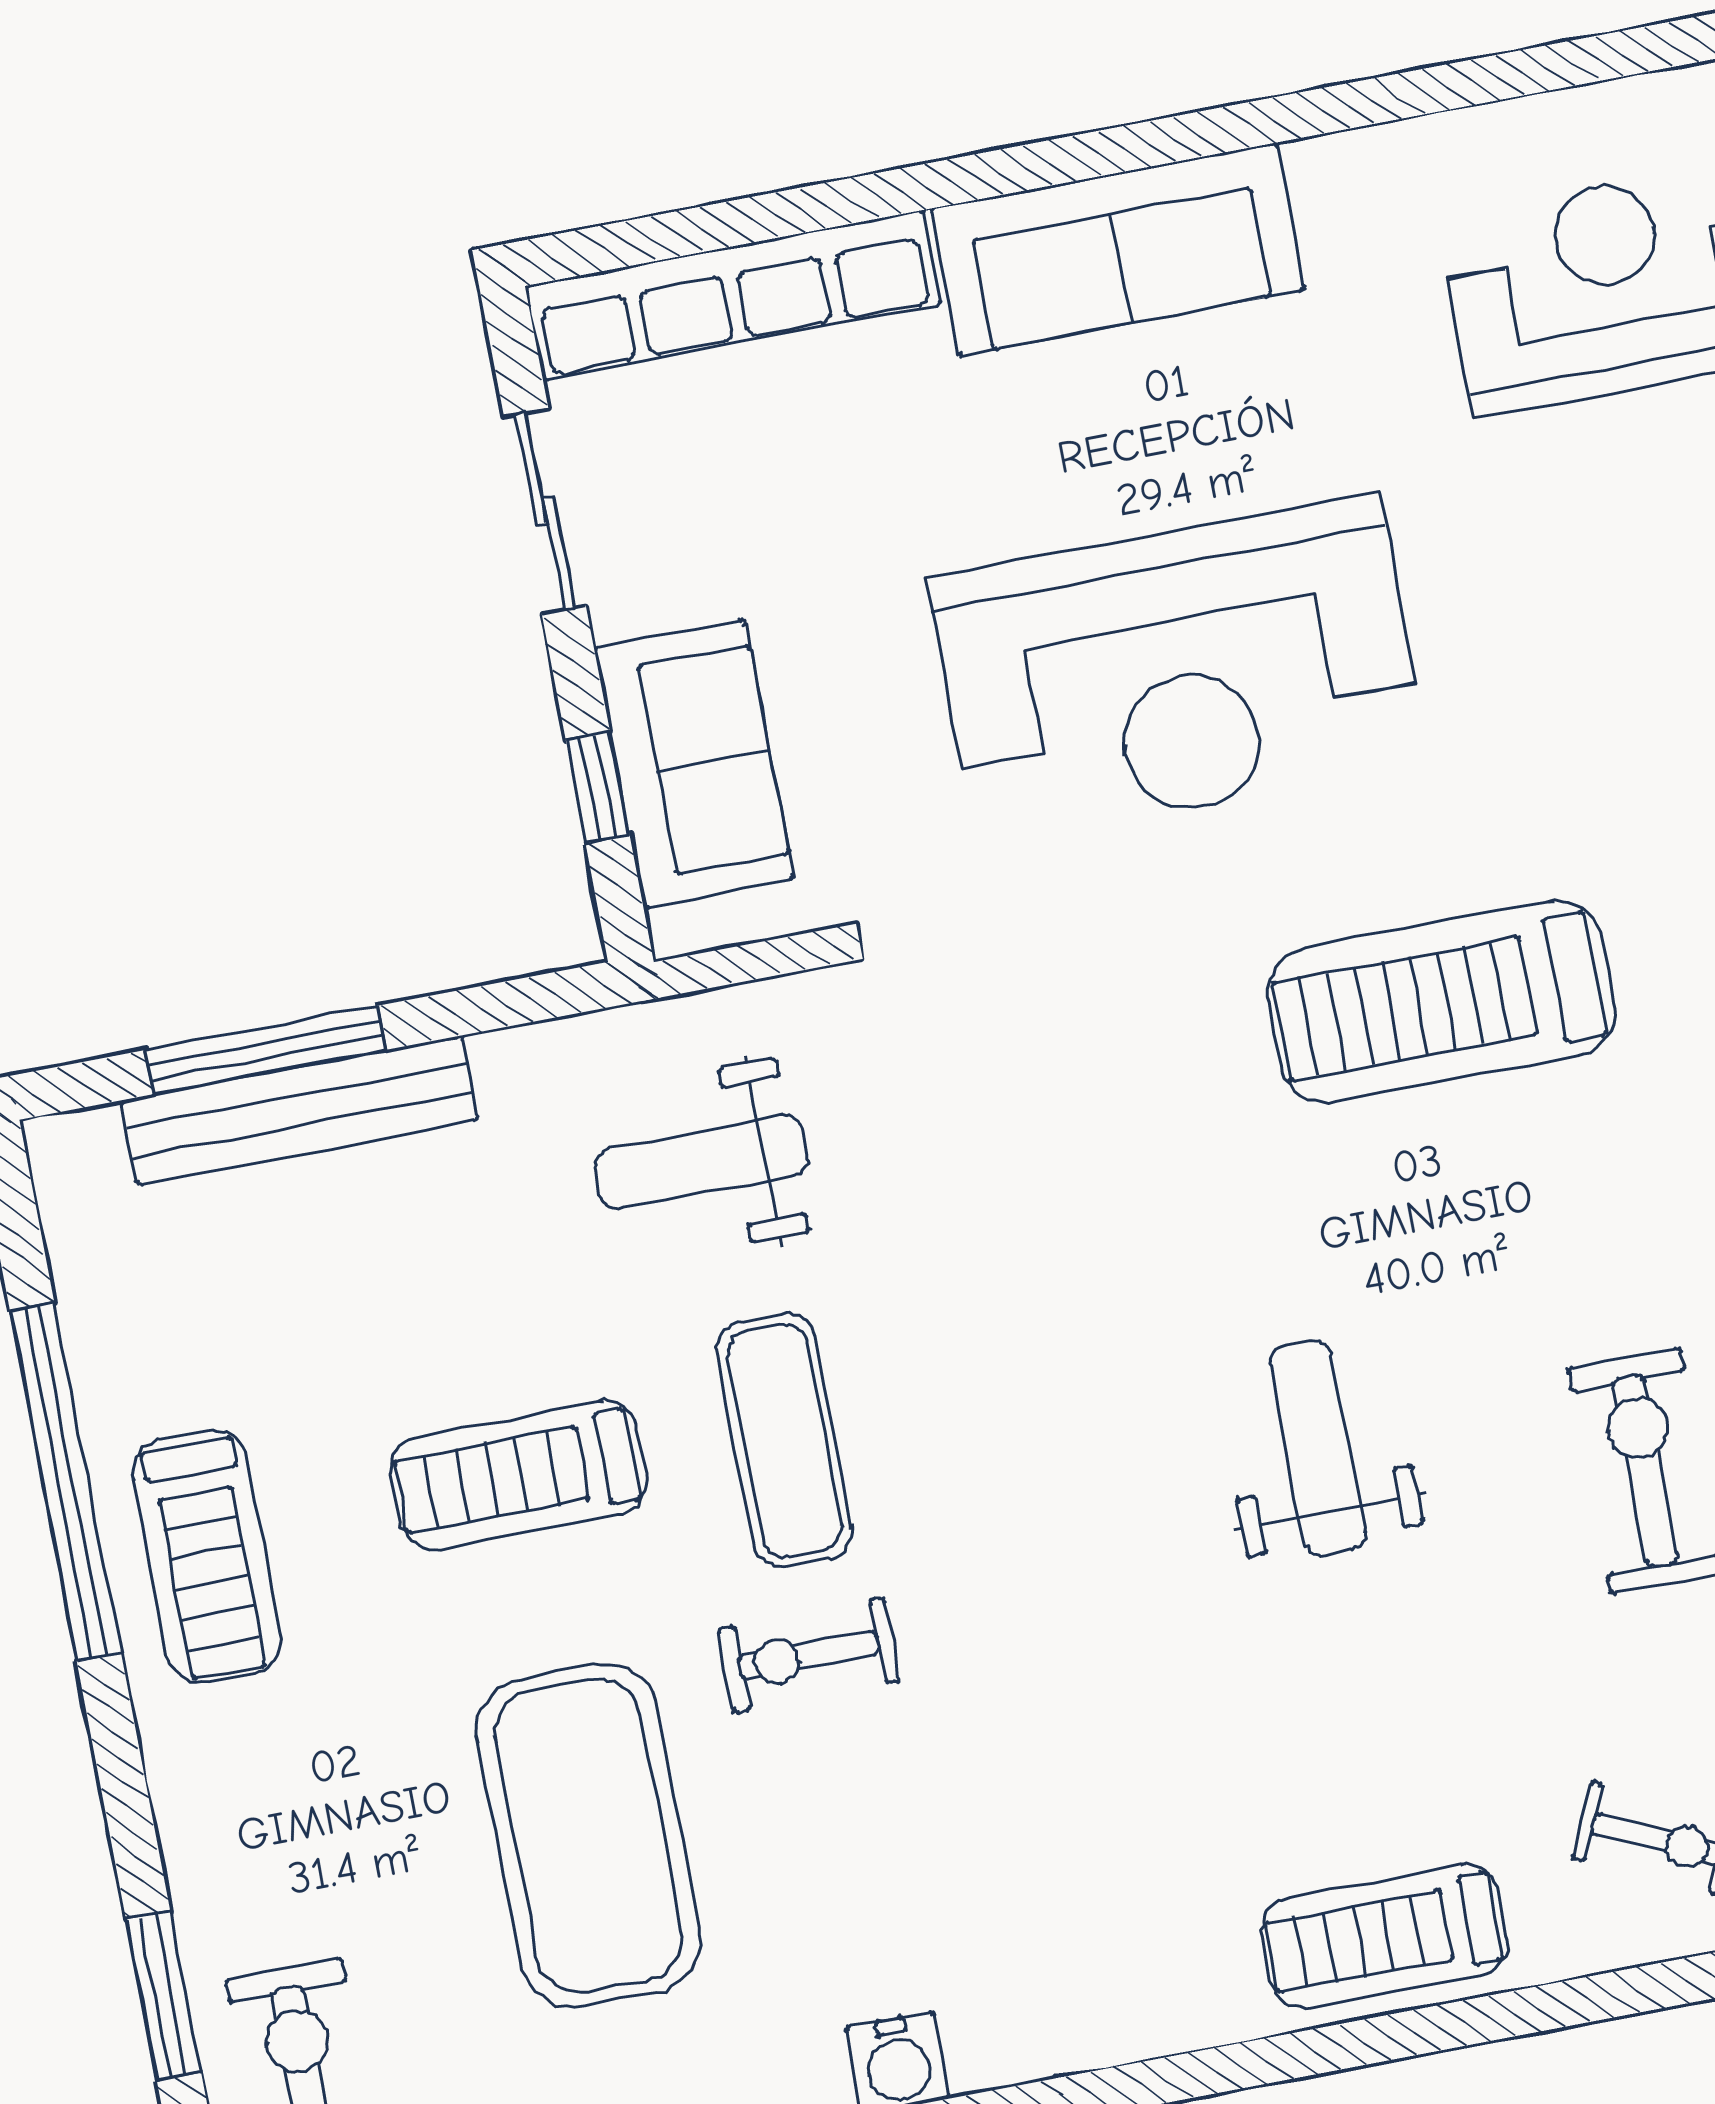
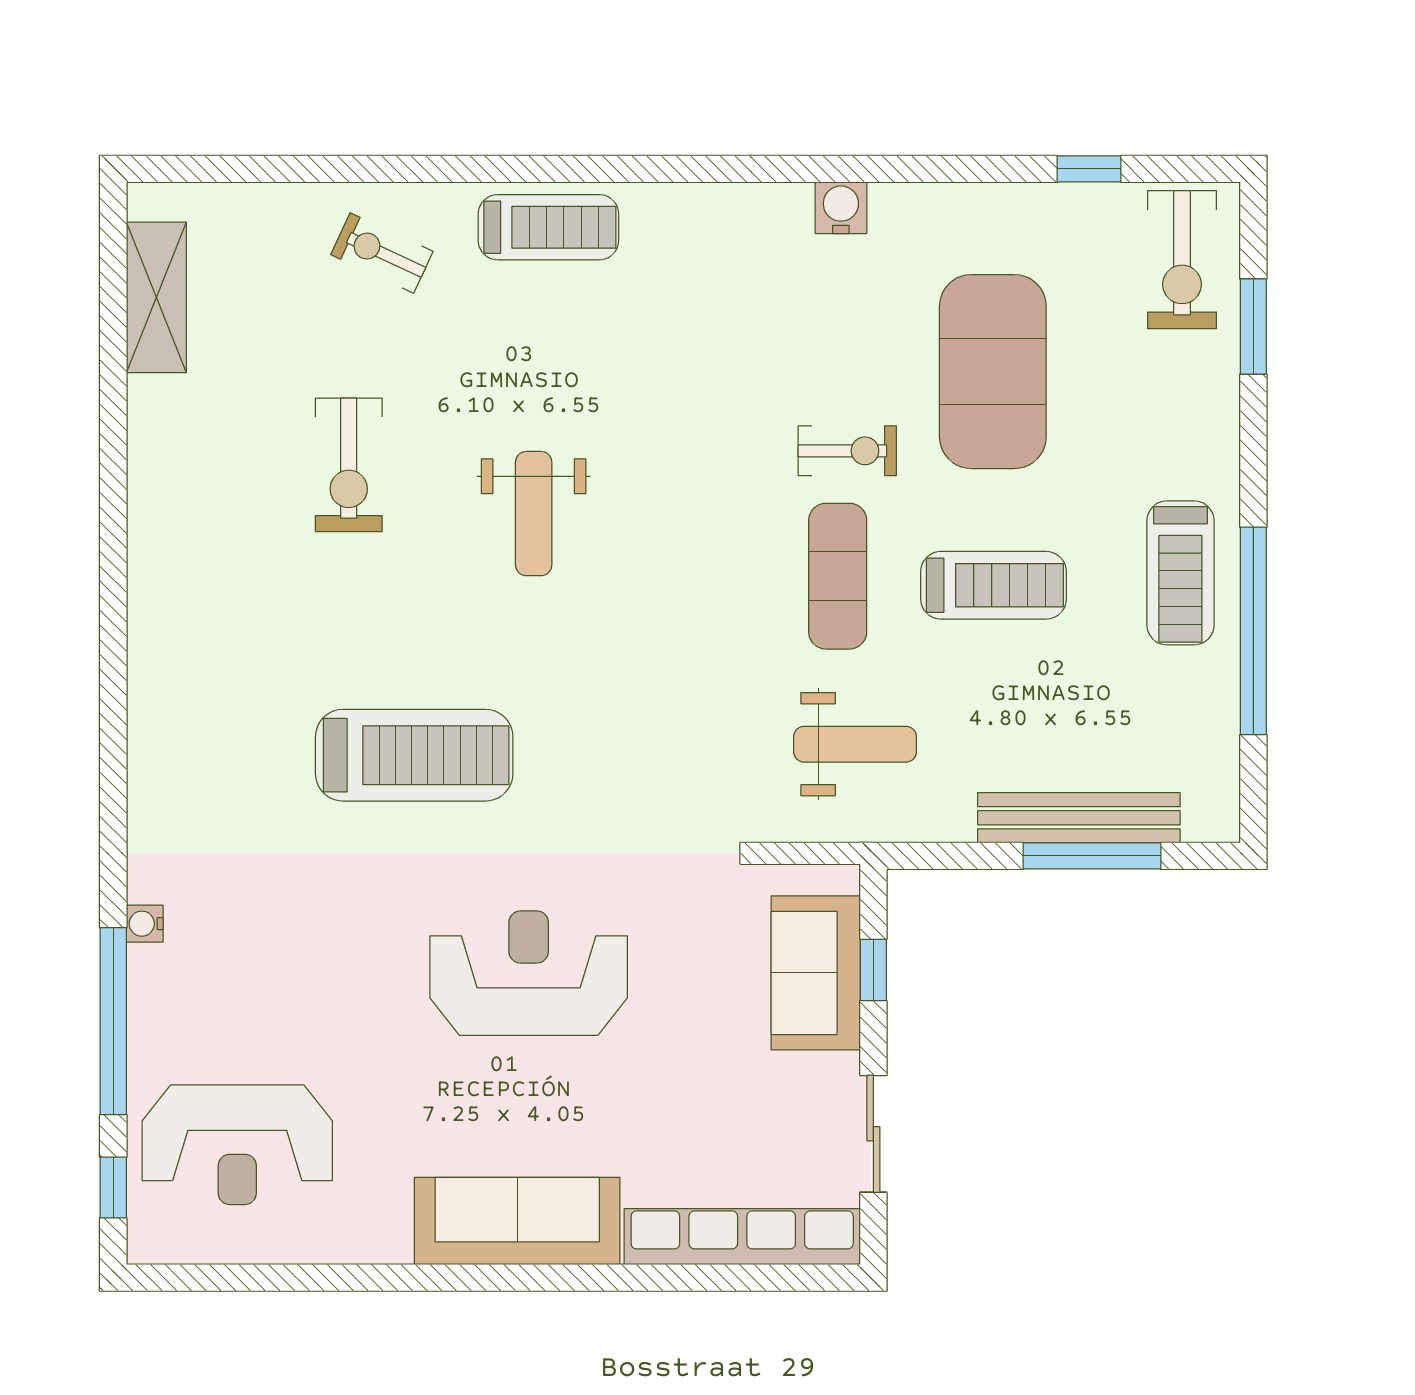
reception desk: (1178, 671) -> (529, 973), width x0.74, depth x0.77
treadmill: (207, 1556) -> (1180, 573), turned 180

